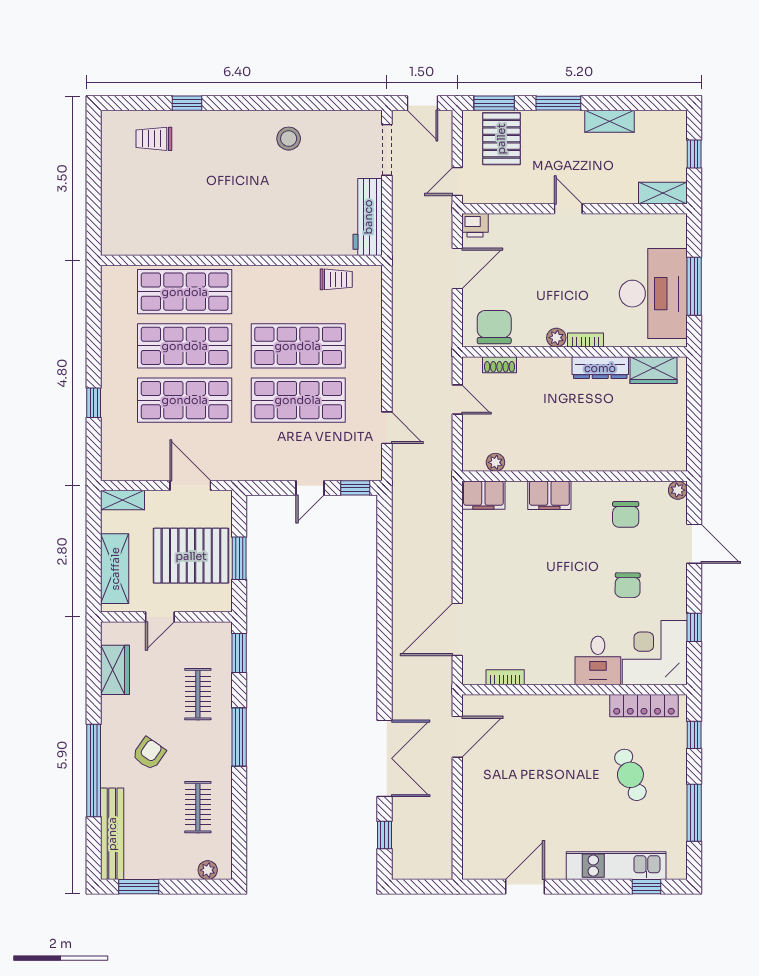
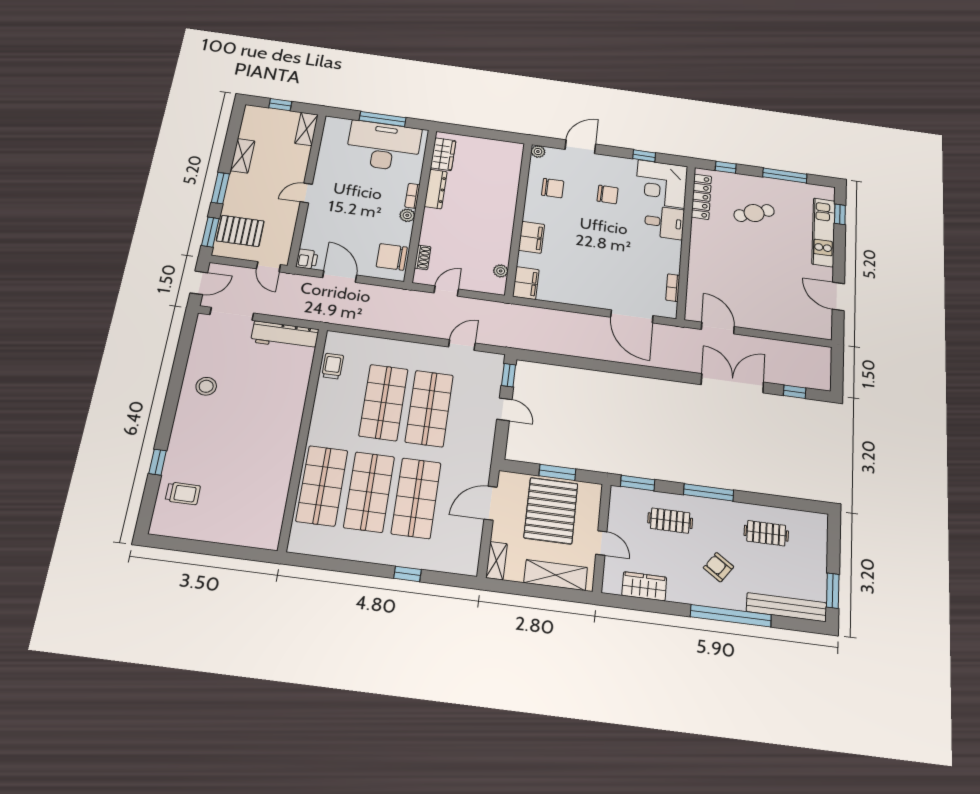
trolley: (154, 139) -> (183, 493), turned -90
plant: (208, 870) -> (820, 532), removed

